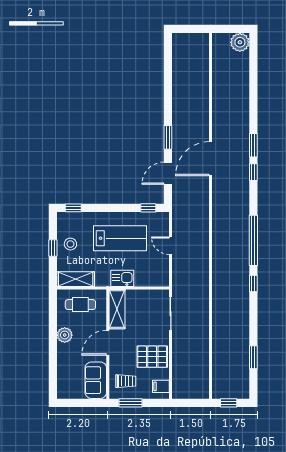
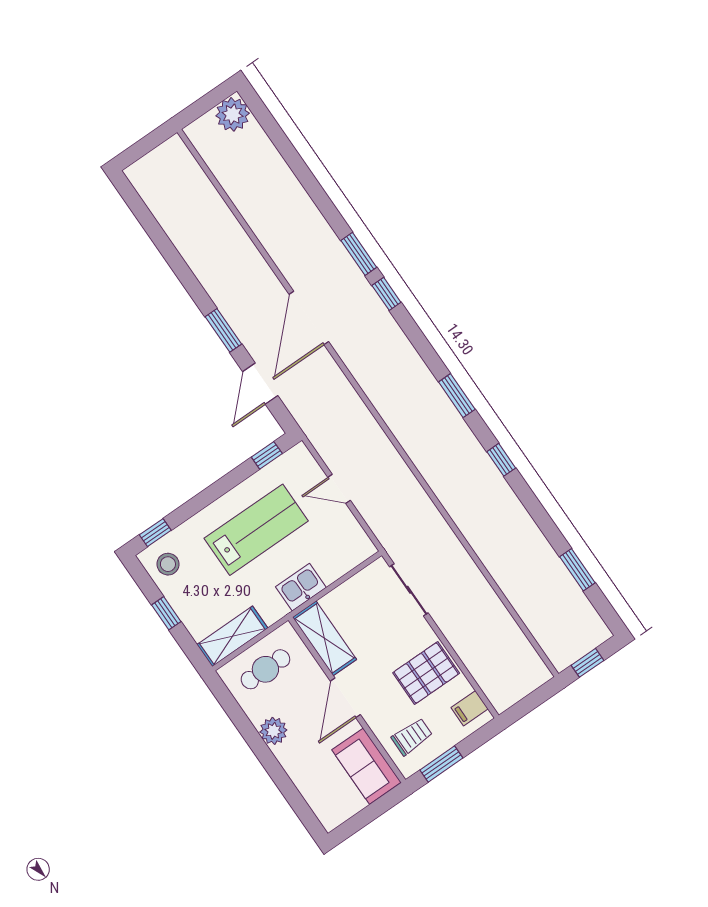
window: (253, 240) -> (457, 396), width x0.47
stool: (70, 244) -> (168, 564), moved

